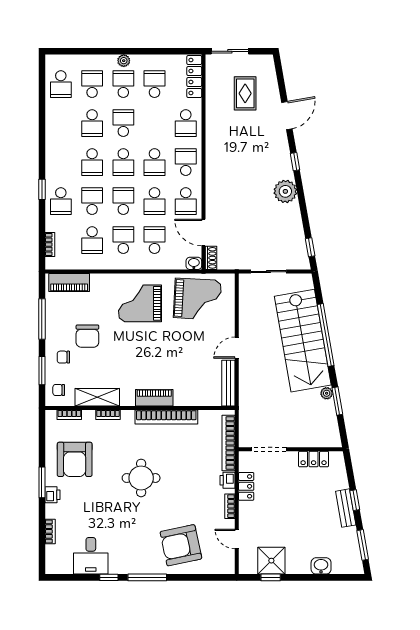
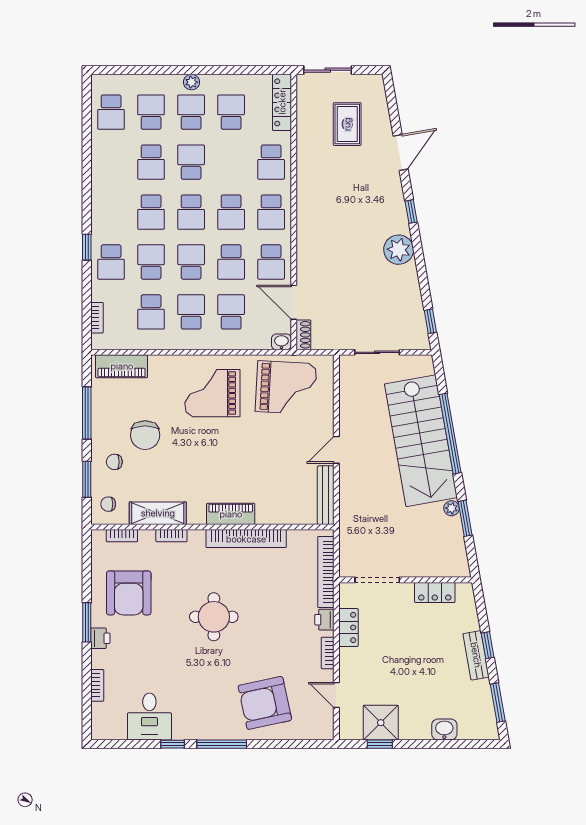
school desk: (186, 162) -> (271, 212), turned 180

